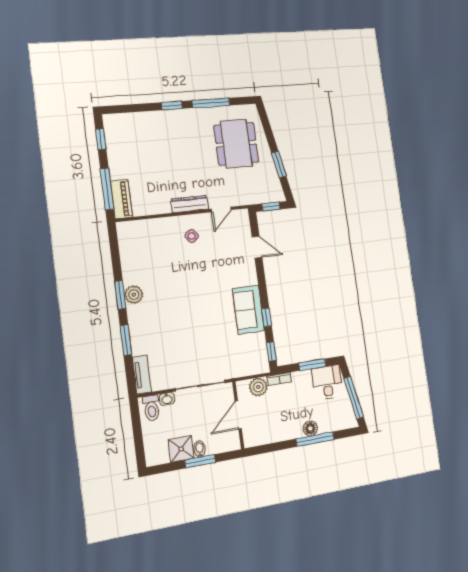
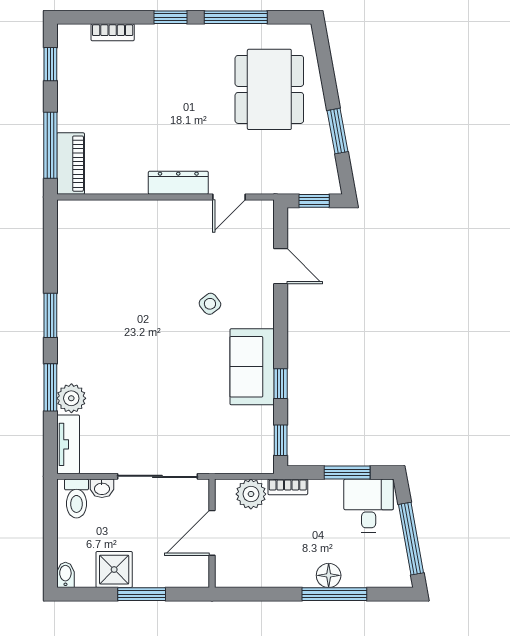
bookcase: (138, 117) -> (113, 32), added
side table: (192, 236) -> (210, 304), moved
plant: (134, 295) -> (71, 398), moved
bidet: (200, 449) -> (65, 575), moved

